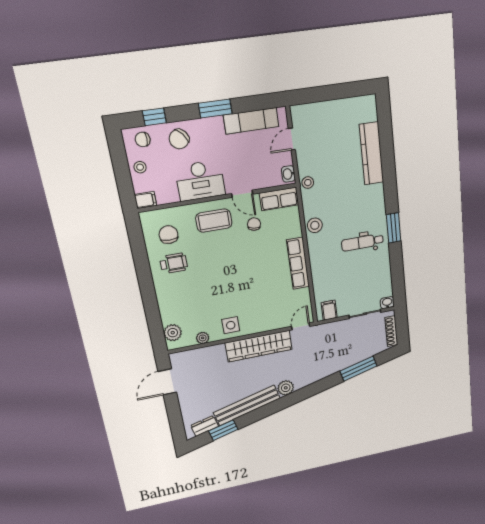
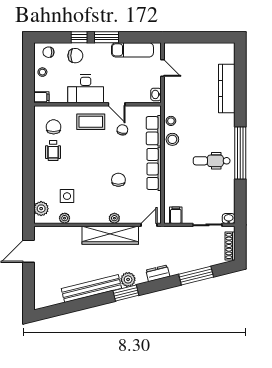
window: (154, 117) -> (79, 37), moved
chair: (179, 139) -> (75, 56), turned -141
door: (292, 139) -> (162, 68), swing flipped
stool: (308, 183) -> (171, 121), moved
row of seats: (279, 199) -> (154, 131), moved, turned 90
window: (394, 228) -> (240, 153), width x2.11
wheelchair: (174, 263) -> (53, 150), turned 90
chair: (258, 283) -> (118, 180), added
side table: (231, 325) -> (67, 196), moved
plant: (260, 327) -> (114, 218), added
dresser: (205, 426) -> (158, 273), moved
window: (223, 430) -> (126, 293), moved

